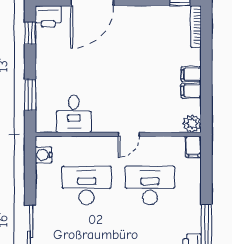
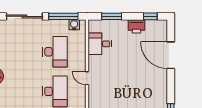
printer: (48, 16) -> (136, 26), moved, turned -90
window: (30, 172) -> (63, 16), added

